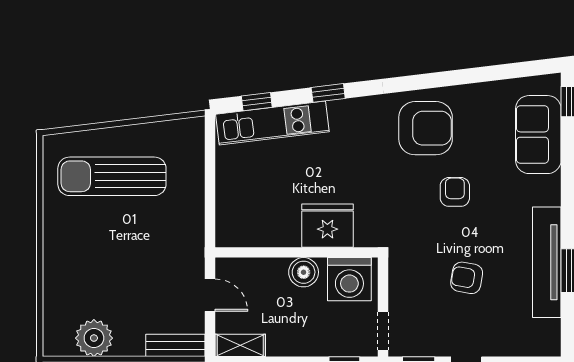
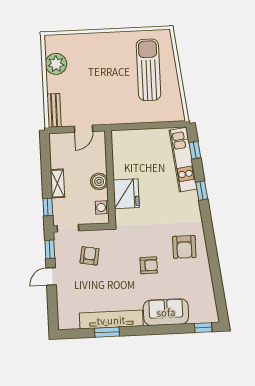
armchair: (426, 128) -> (184, 247), width x0.73, depth x0.73
sofa: (538, 135) -> (166, 312), moved
armchair: (467, 278) -> (90, 256), moved
washing machine: (349, 279) -> (102, 207), width x0.53, depth x0.53
shelving: (240, 345) -> (57, 183), moved

